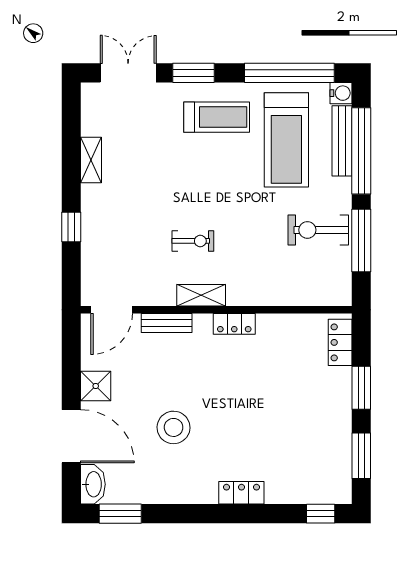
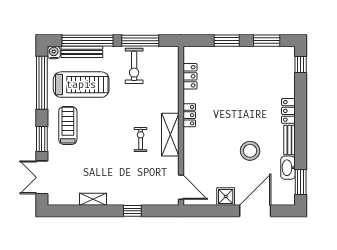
shelving: (201, 295) -> (170, 135), width x1.50, depth x1.33
bench: (167, 323) -> (289, 140), moved
locker: (340, 342) -> (190, 76), moved, turned -90
washbasin: (93, 484) -> (288, 168), moved, turned -90

